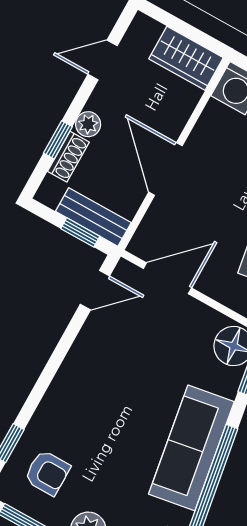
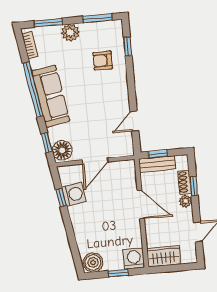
door: (167, 278) -> (95, 161), moved
door: (95, 290) -> (134, 121), moved
armchair: (47, 473) -> (103, 61), moved

